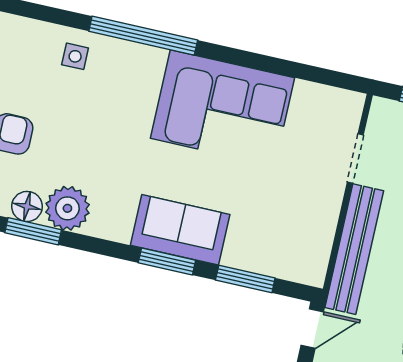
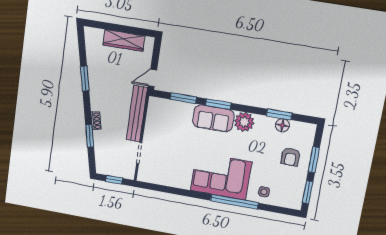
corner sofa: (223, 108) -> (221, 176), moved
plant: (67, 208) -> (244, 122), moved

